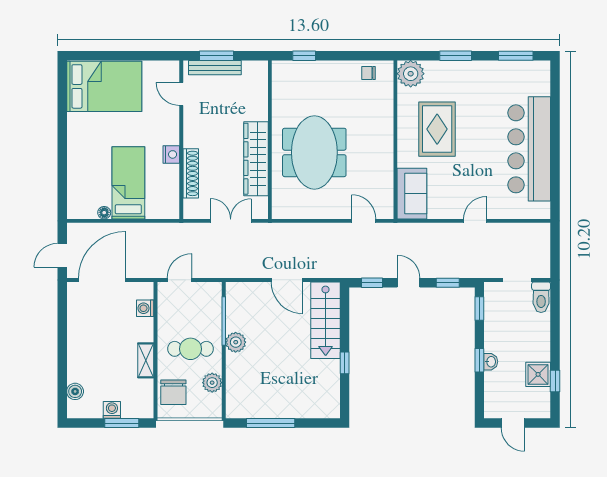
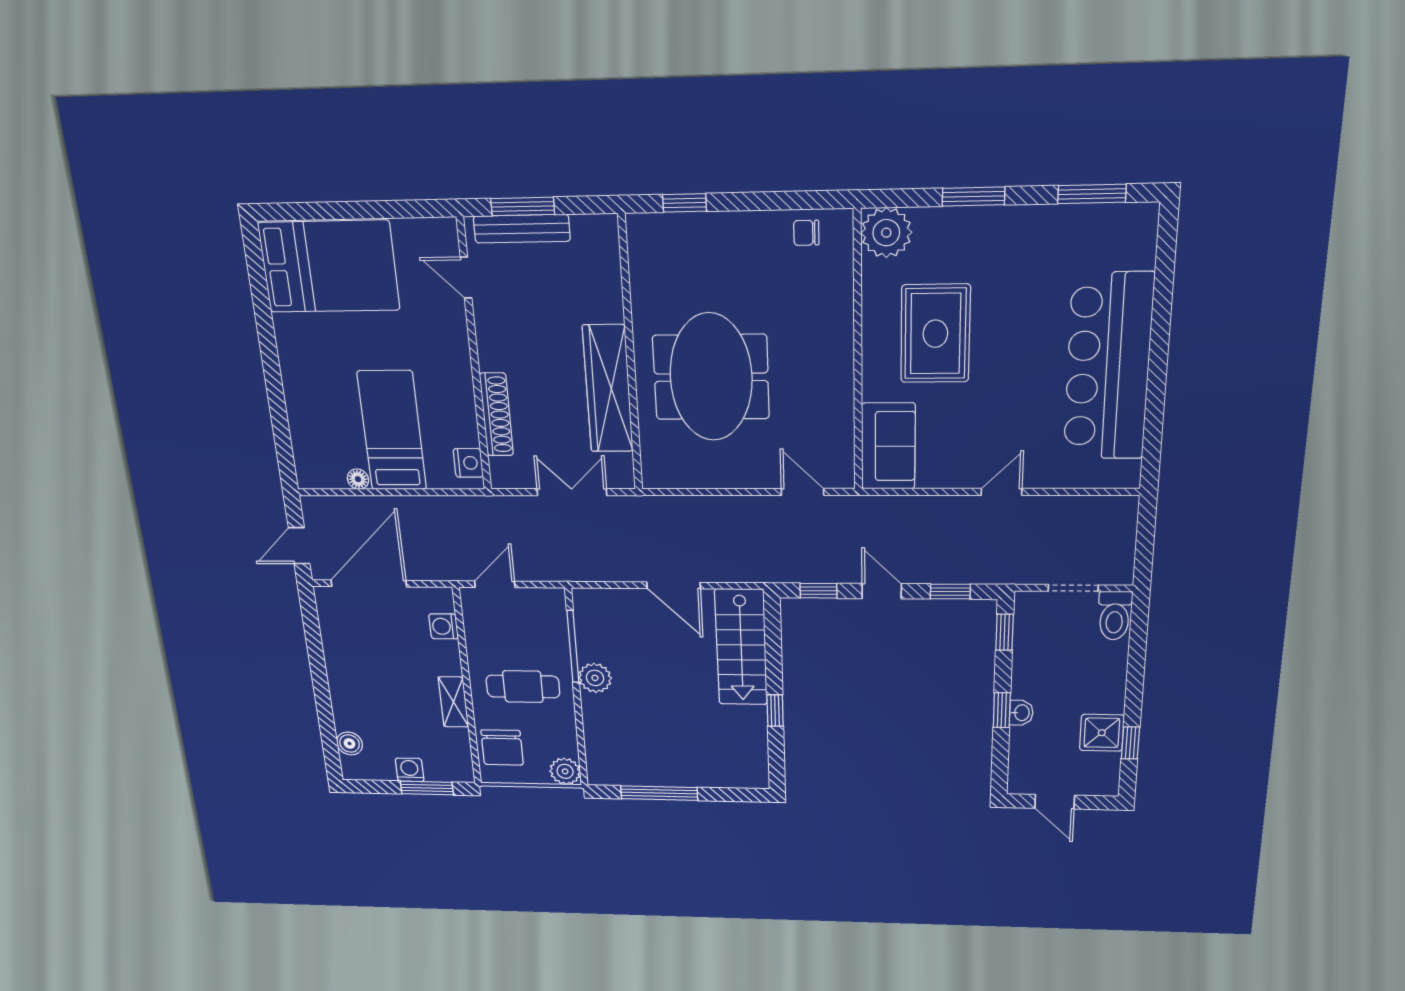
nightstand: (171, 154) -> (468, 463), moved
plant: (212, 383) -> (565, 771), moved

